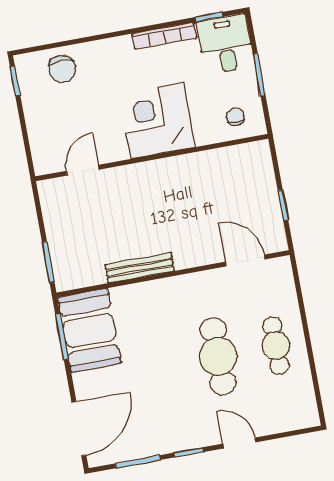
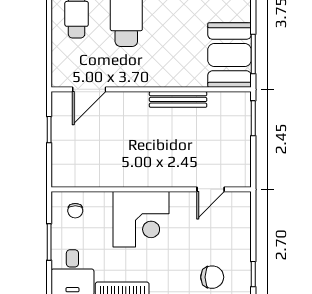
chair: (62, 69) -> (212, 277), turned 90
door: (245, 261) -> (89, 89), hinge flipped

